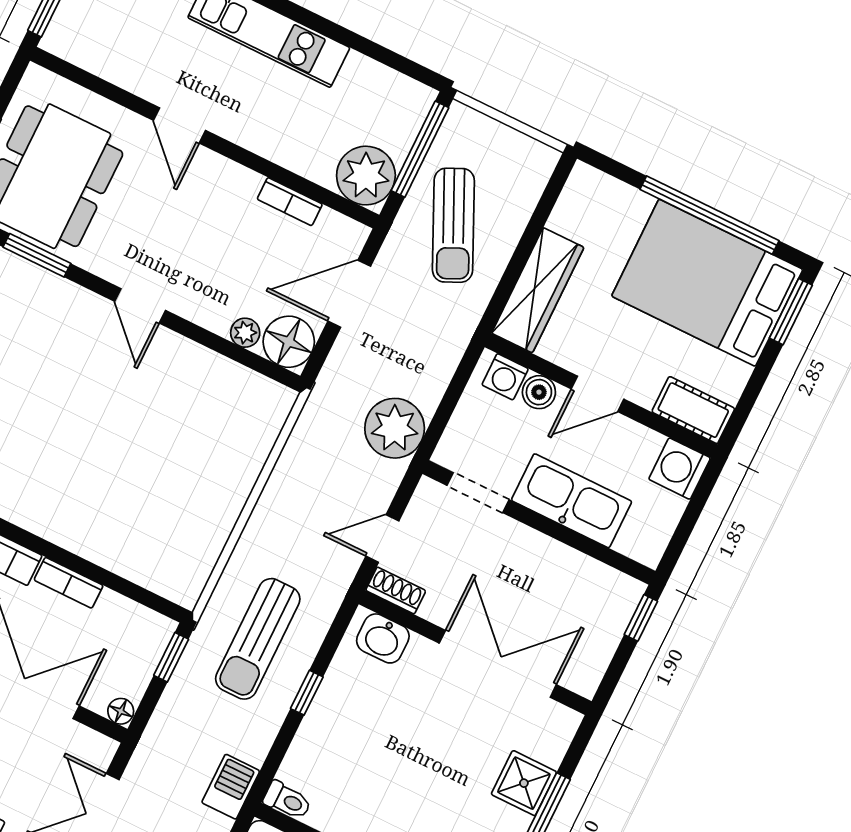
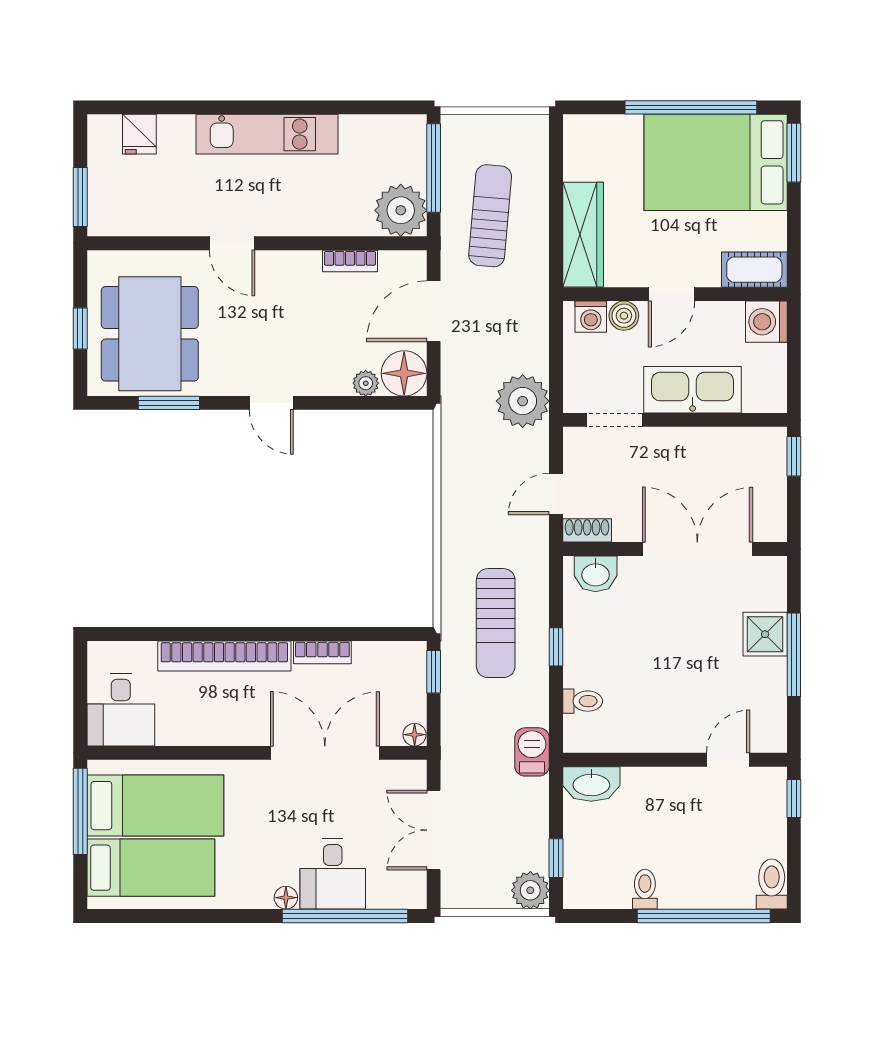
sun lounger: (453, 225) -> (490, 216), turned -150
toilet: (287, 800) -> (583, 701), moved

